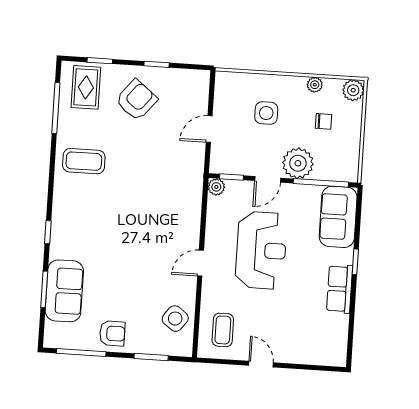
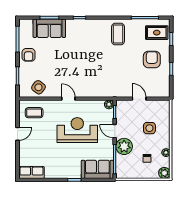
armchair: (136, 100) -> (152, 60), turned -129
reception desk: (261, 250) -> (77, 130), turned 180
row of seats: (340, 289) -> (31, 173), moved

